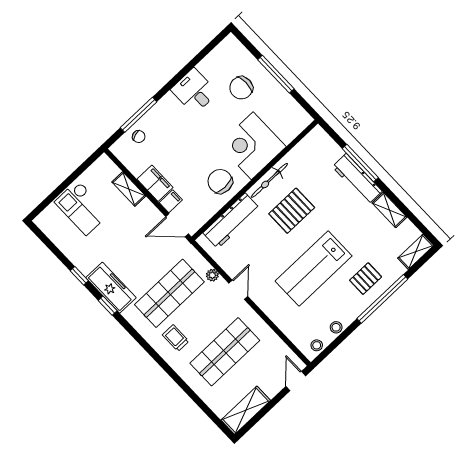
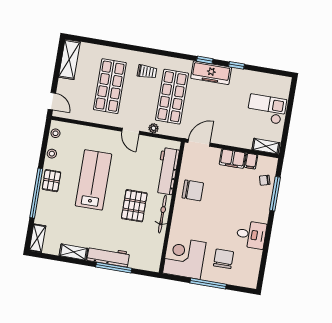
corner desk: (252, 146) -> (184, 258), moved, turned -90
shelving: (129, 189) -> (266, 146), moved
filing cabinet: (171, 201) -> (251, 161), moved
pallet: (366, 279) -> (51, 181), moved

